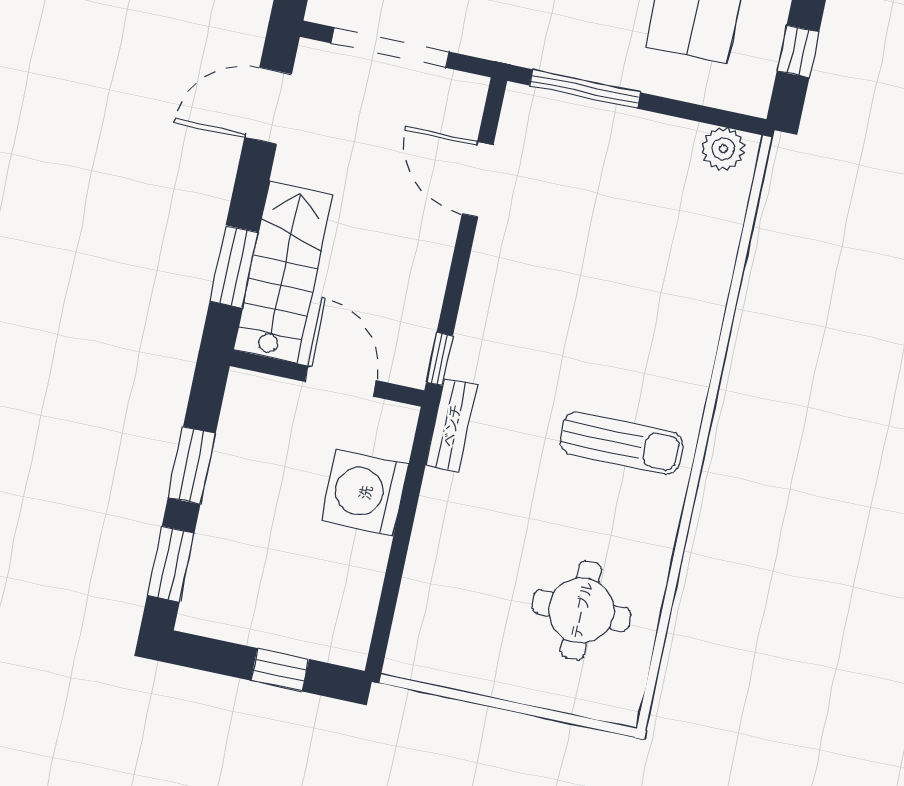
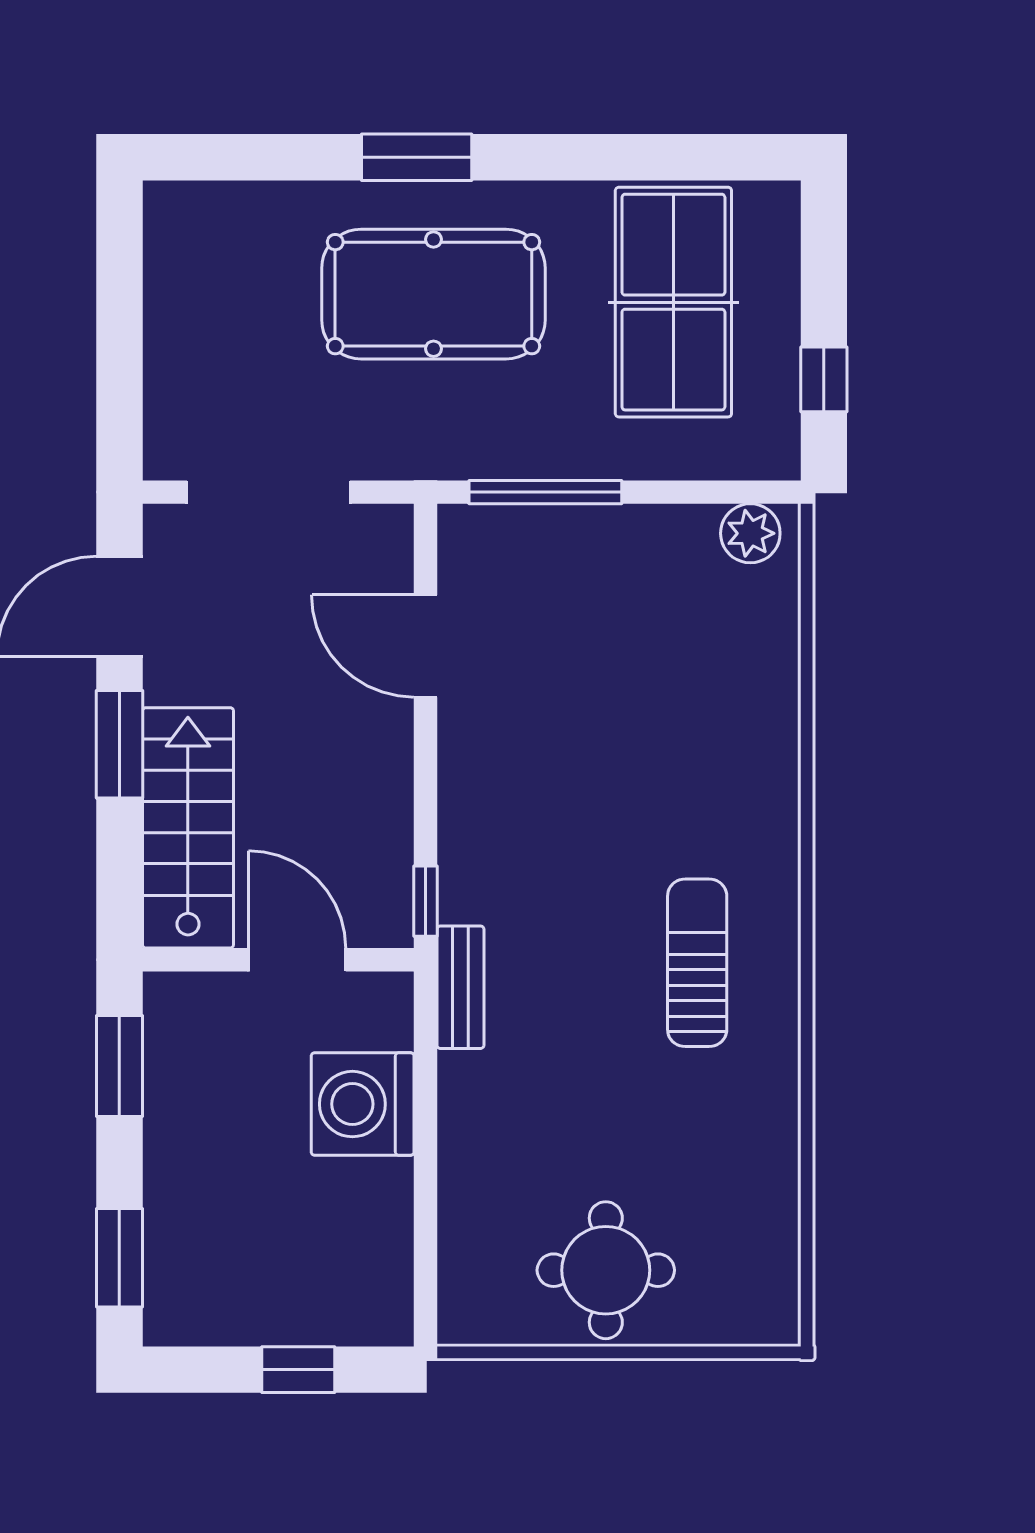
window: (234, 267) -> (119, 744), moved
sun lounger: (621, 443) -> (697, 963), turned -90
window: (192, 465) -> (119, 1066), moved
round table: (581, 610) -> (606, 1270), moved

